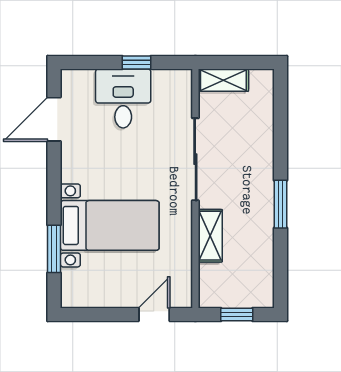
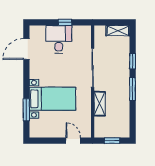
shelving: (223, 80) -> (118, 31), moved
window: (280, 145) -> (133, 61), added
door: (154, 314) -> (73, 141), hinge flipped

